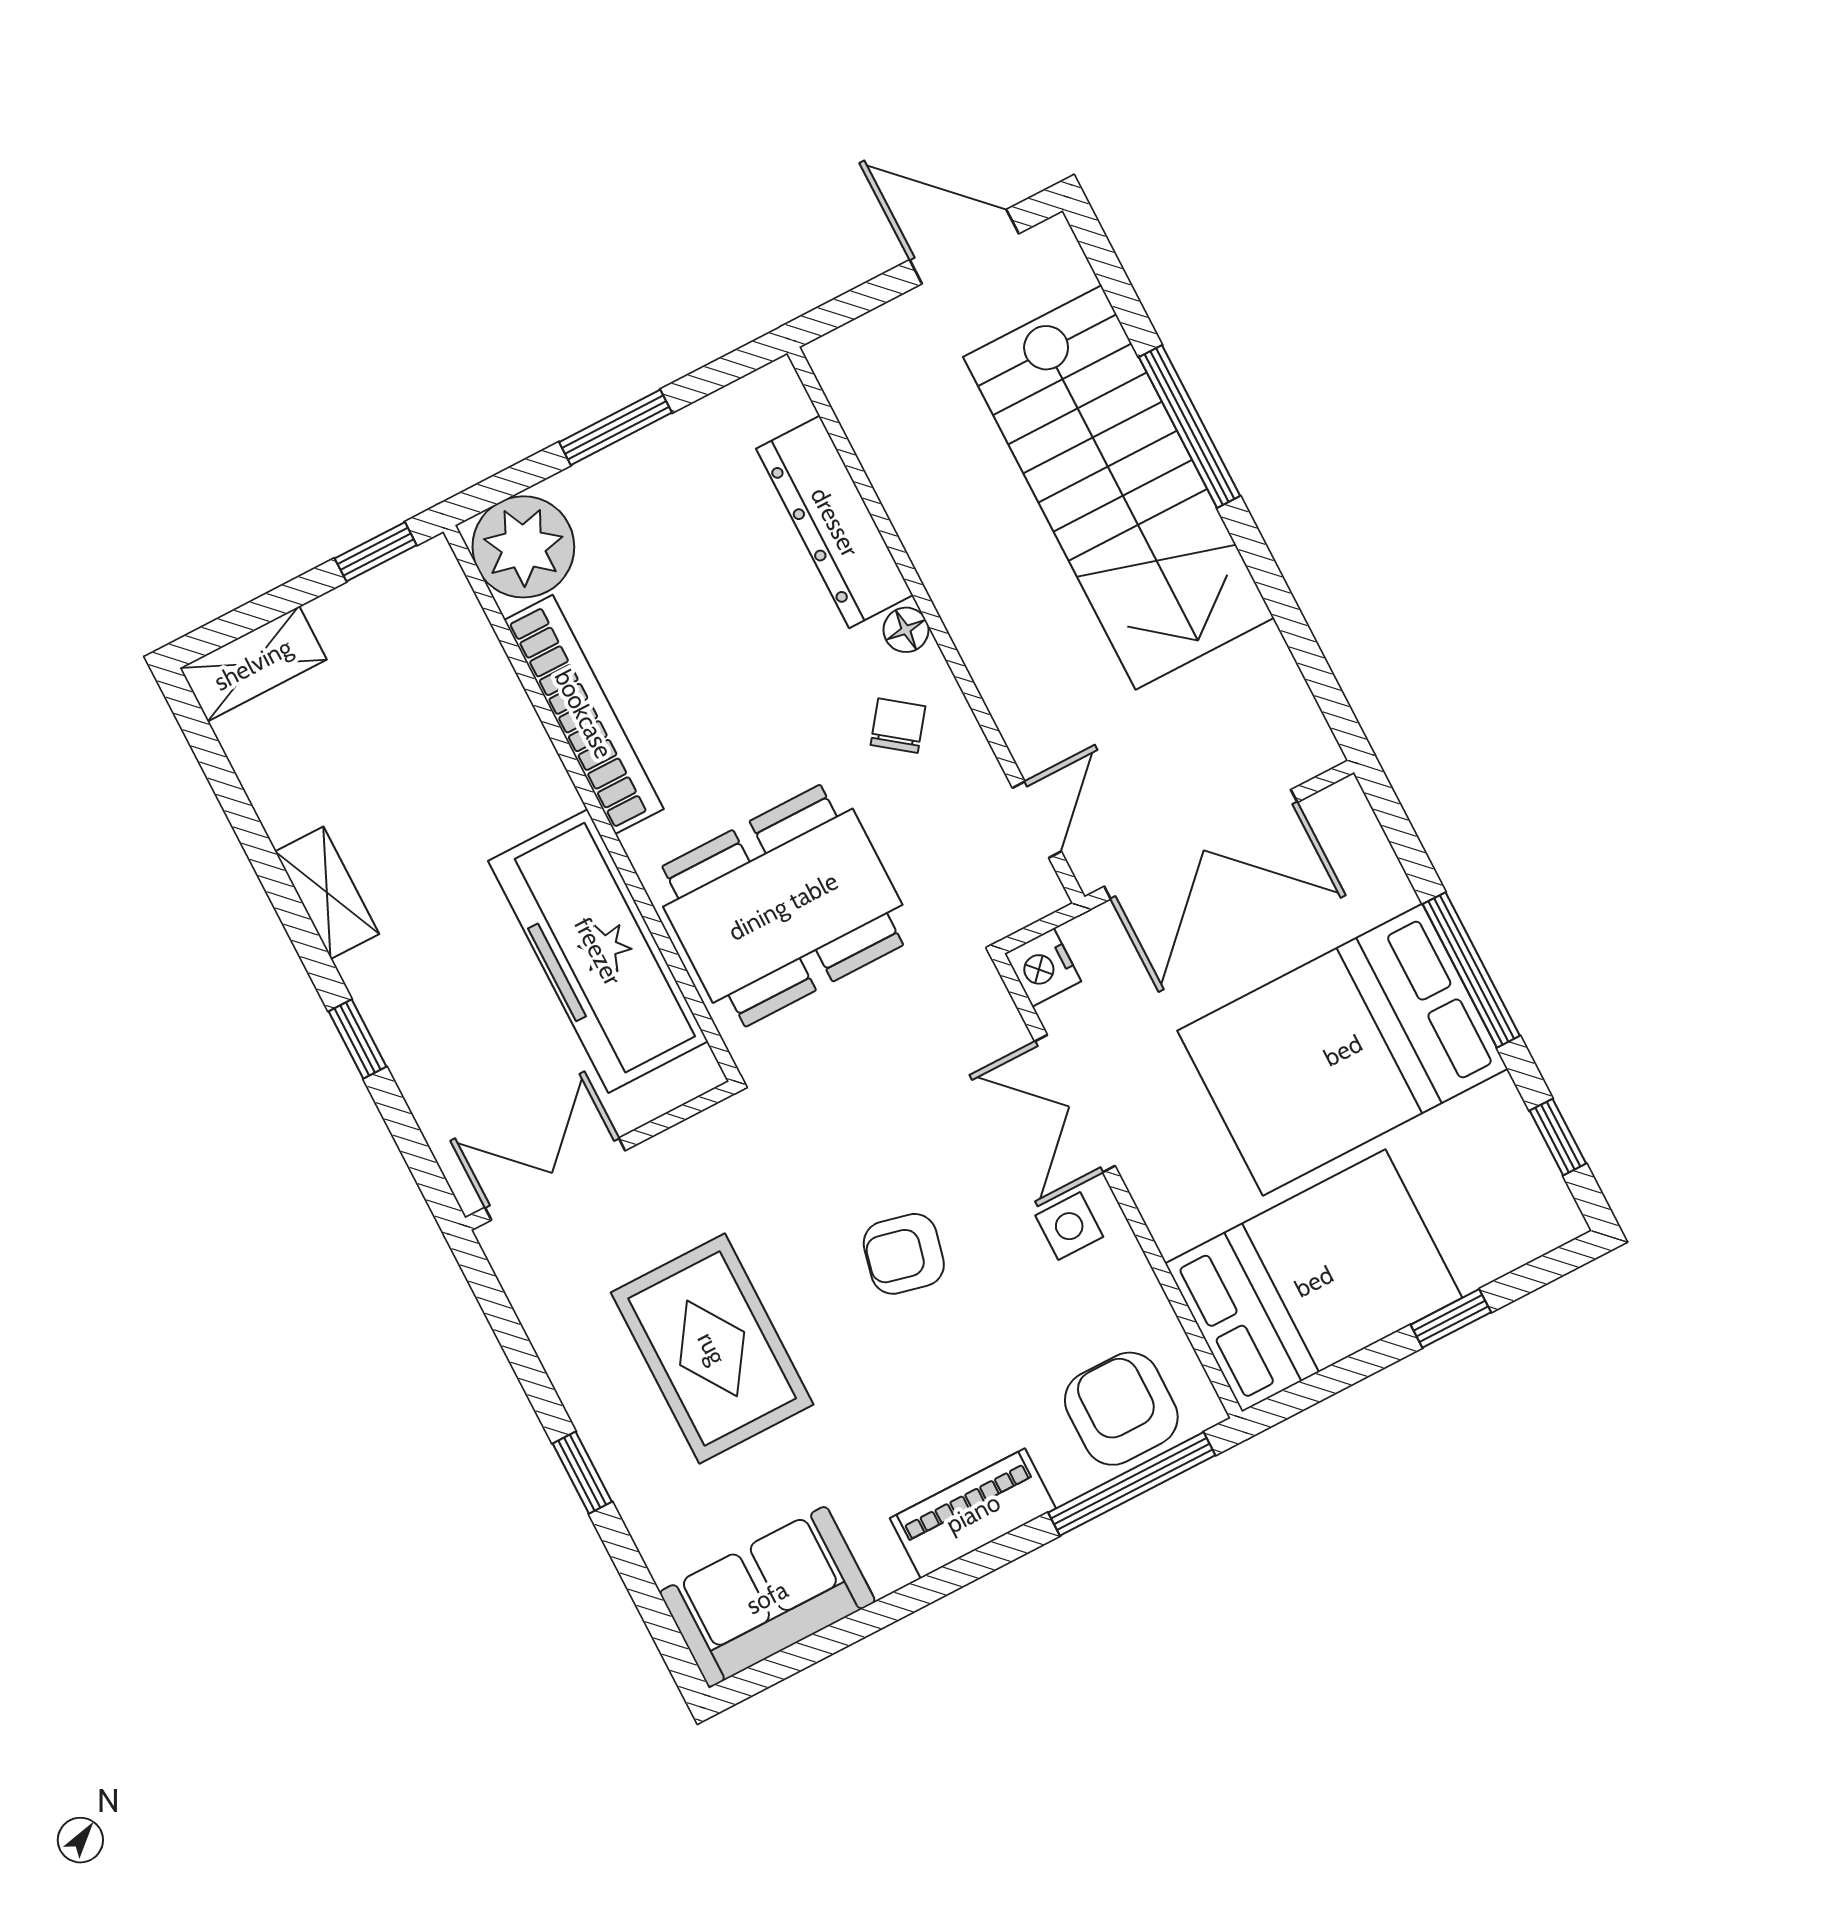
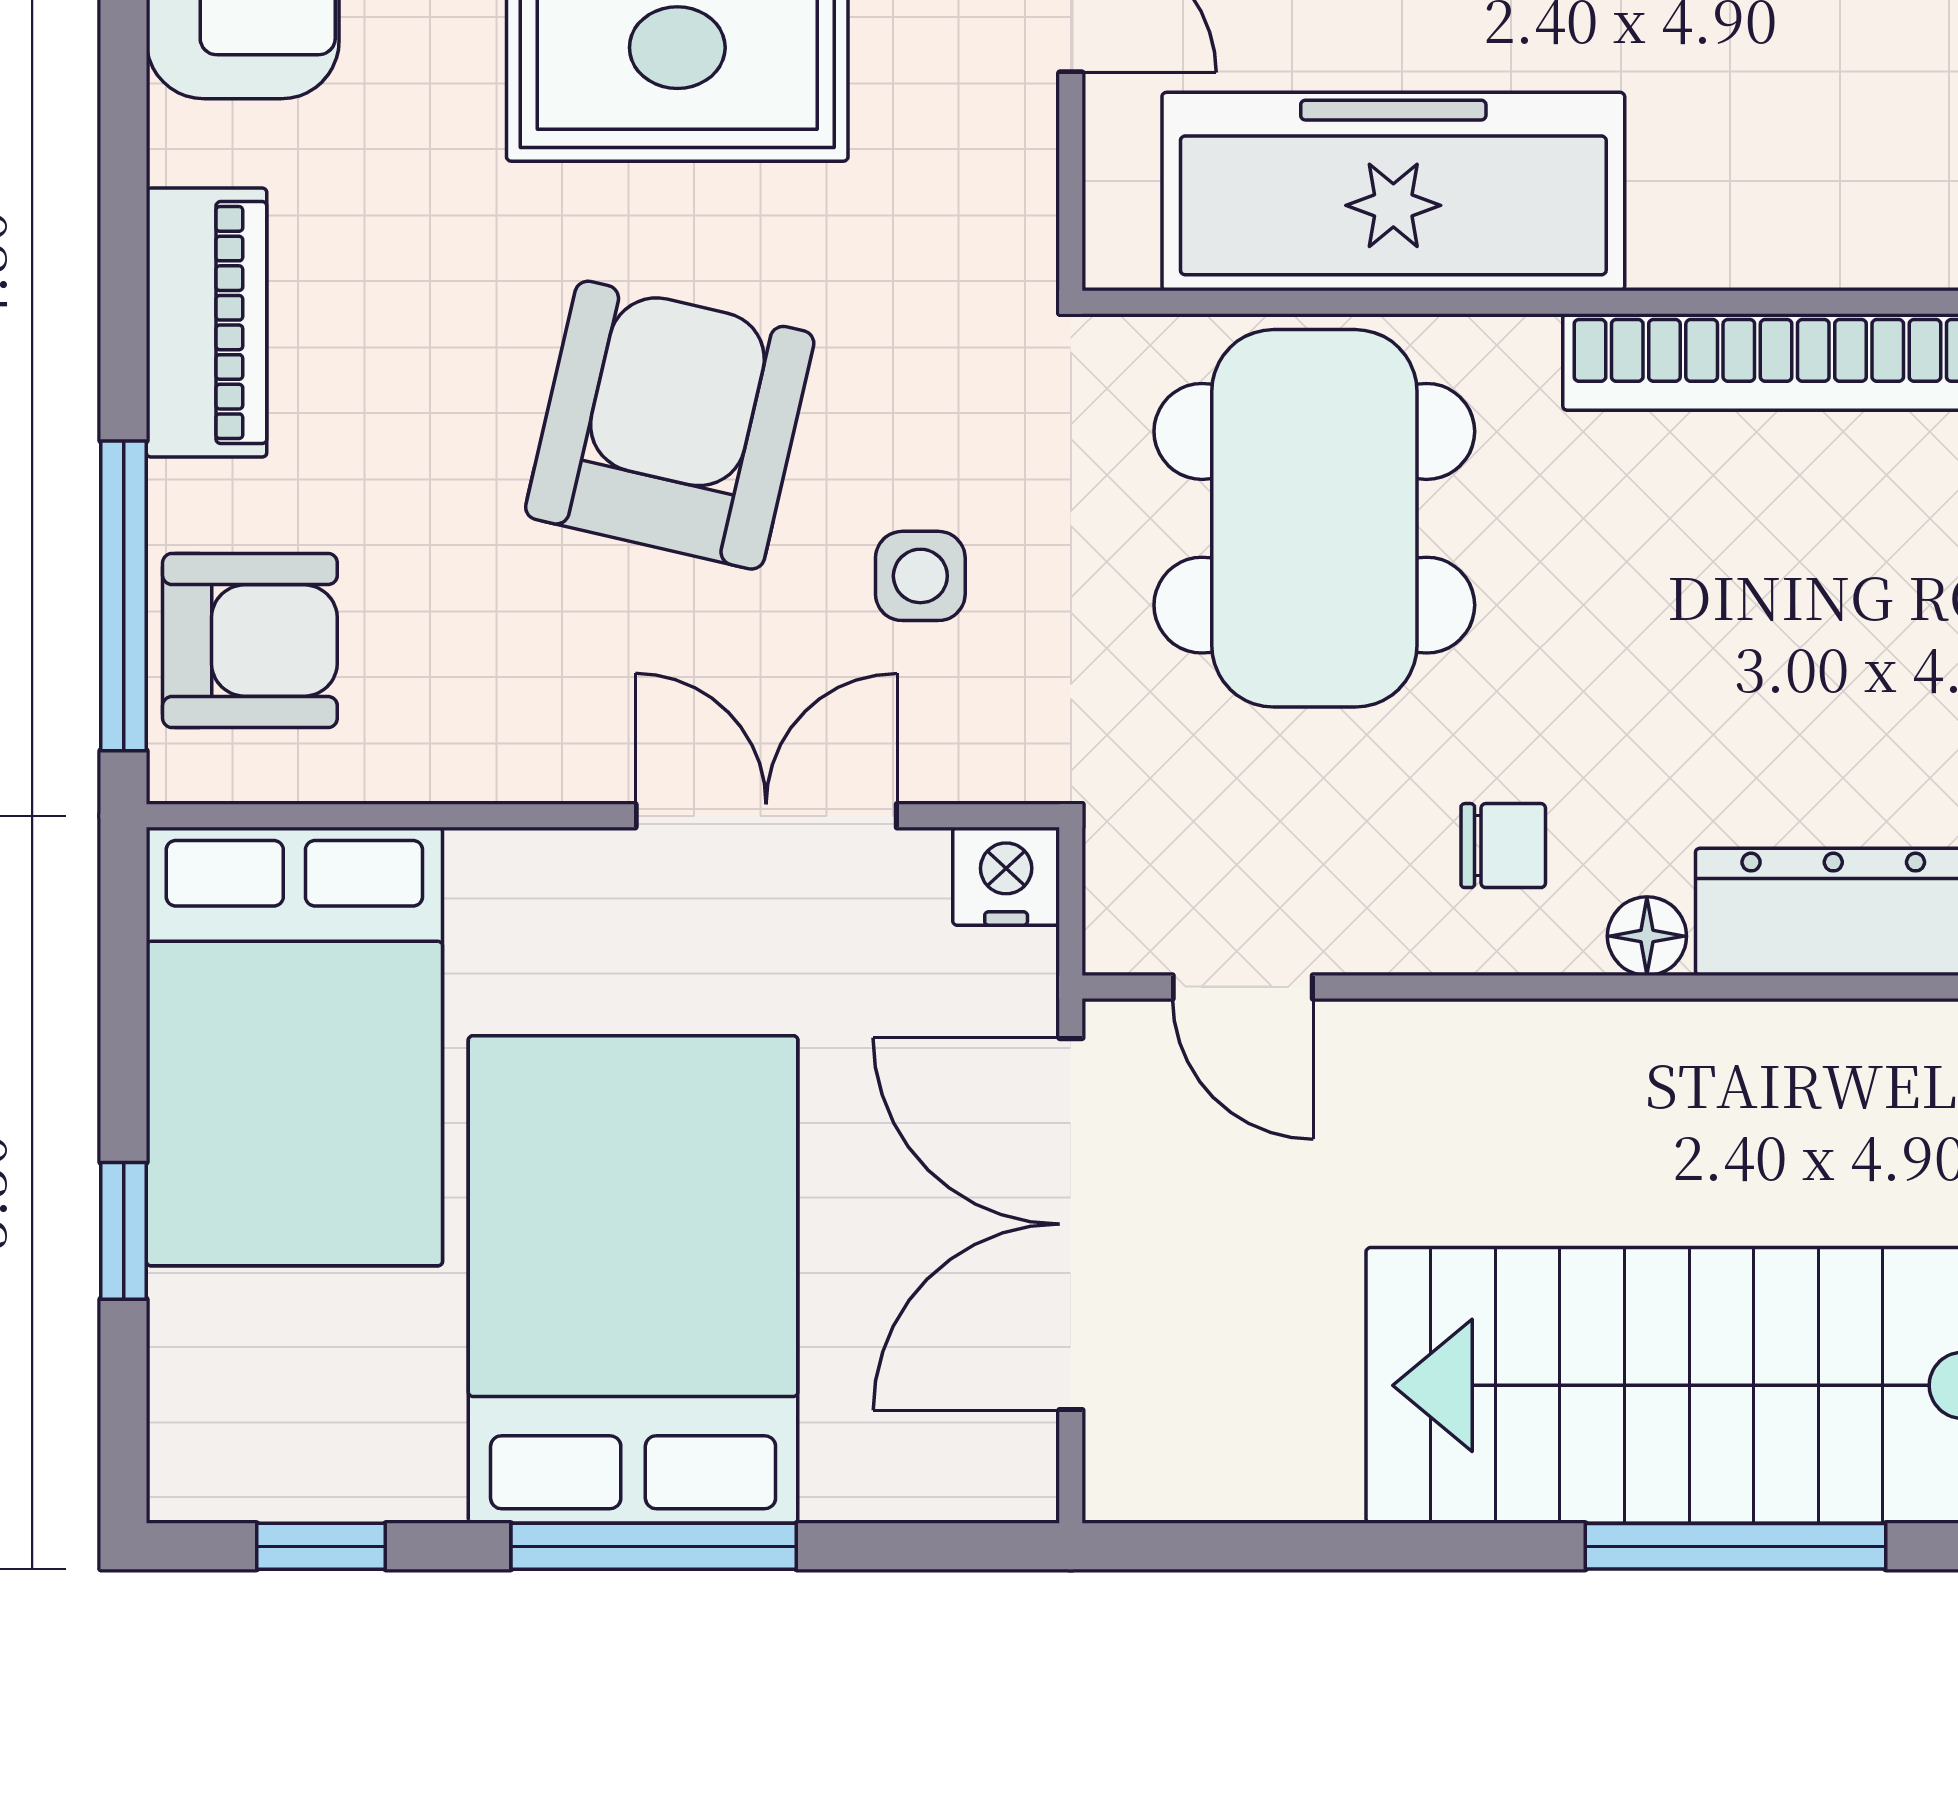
chair: (898, 726) -> (1503, 846), turned -37
side table: (1069, 1226) -> (920, 576), moved
armchair: (904, 1254) -> (670, 425), width x1.88, depth x1.88

